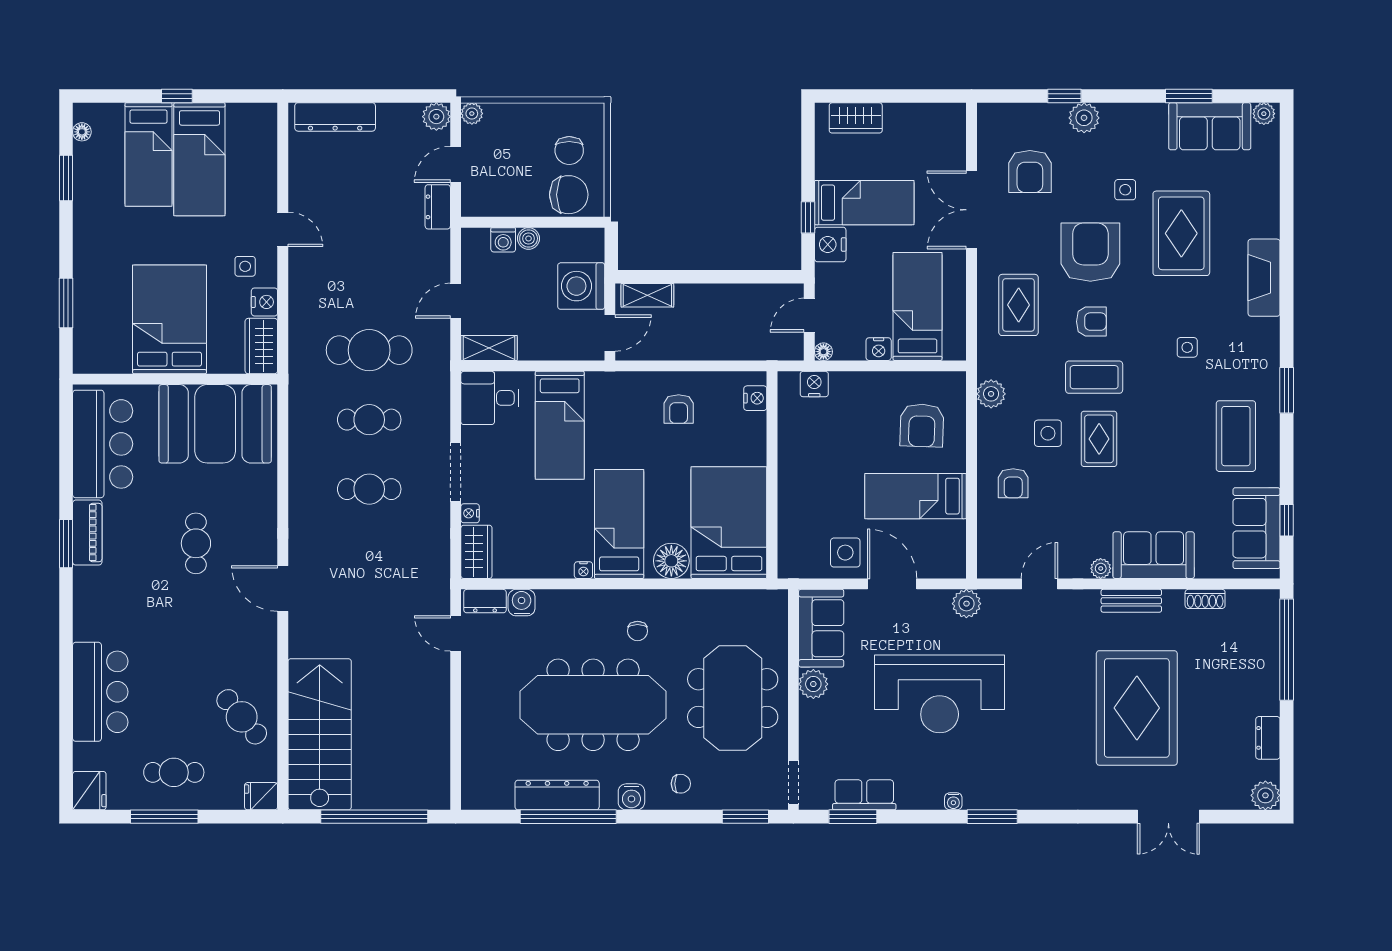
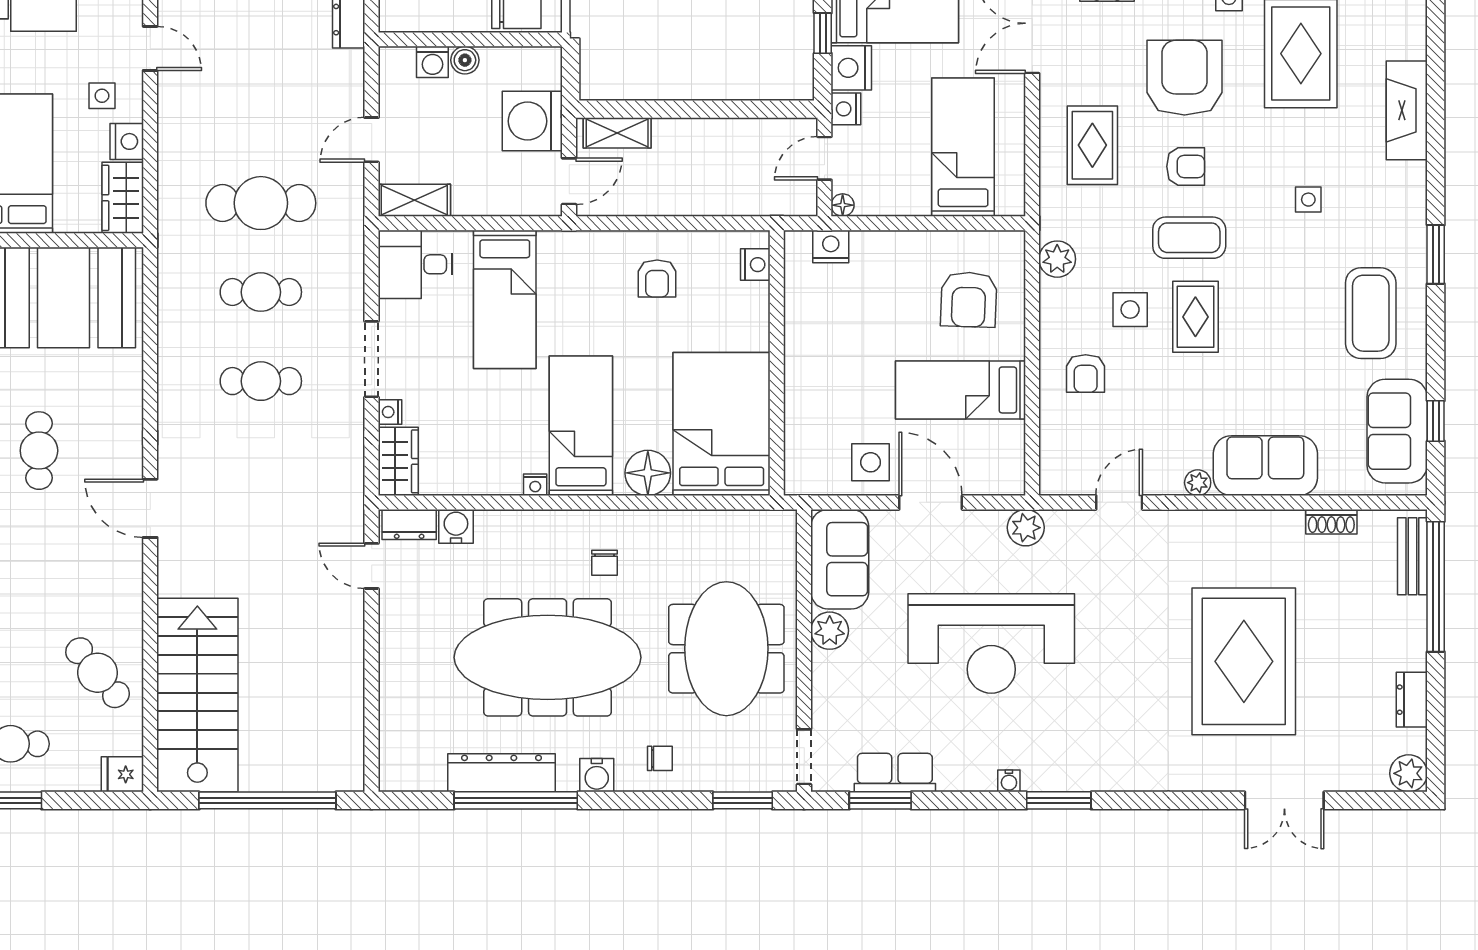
nightstand: (879, 349) -> (846, 109), moved, turned 90
bench: (1131, 601) -> (1412, 556), moved, turned 90

